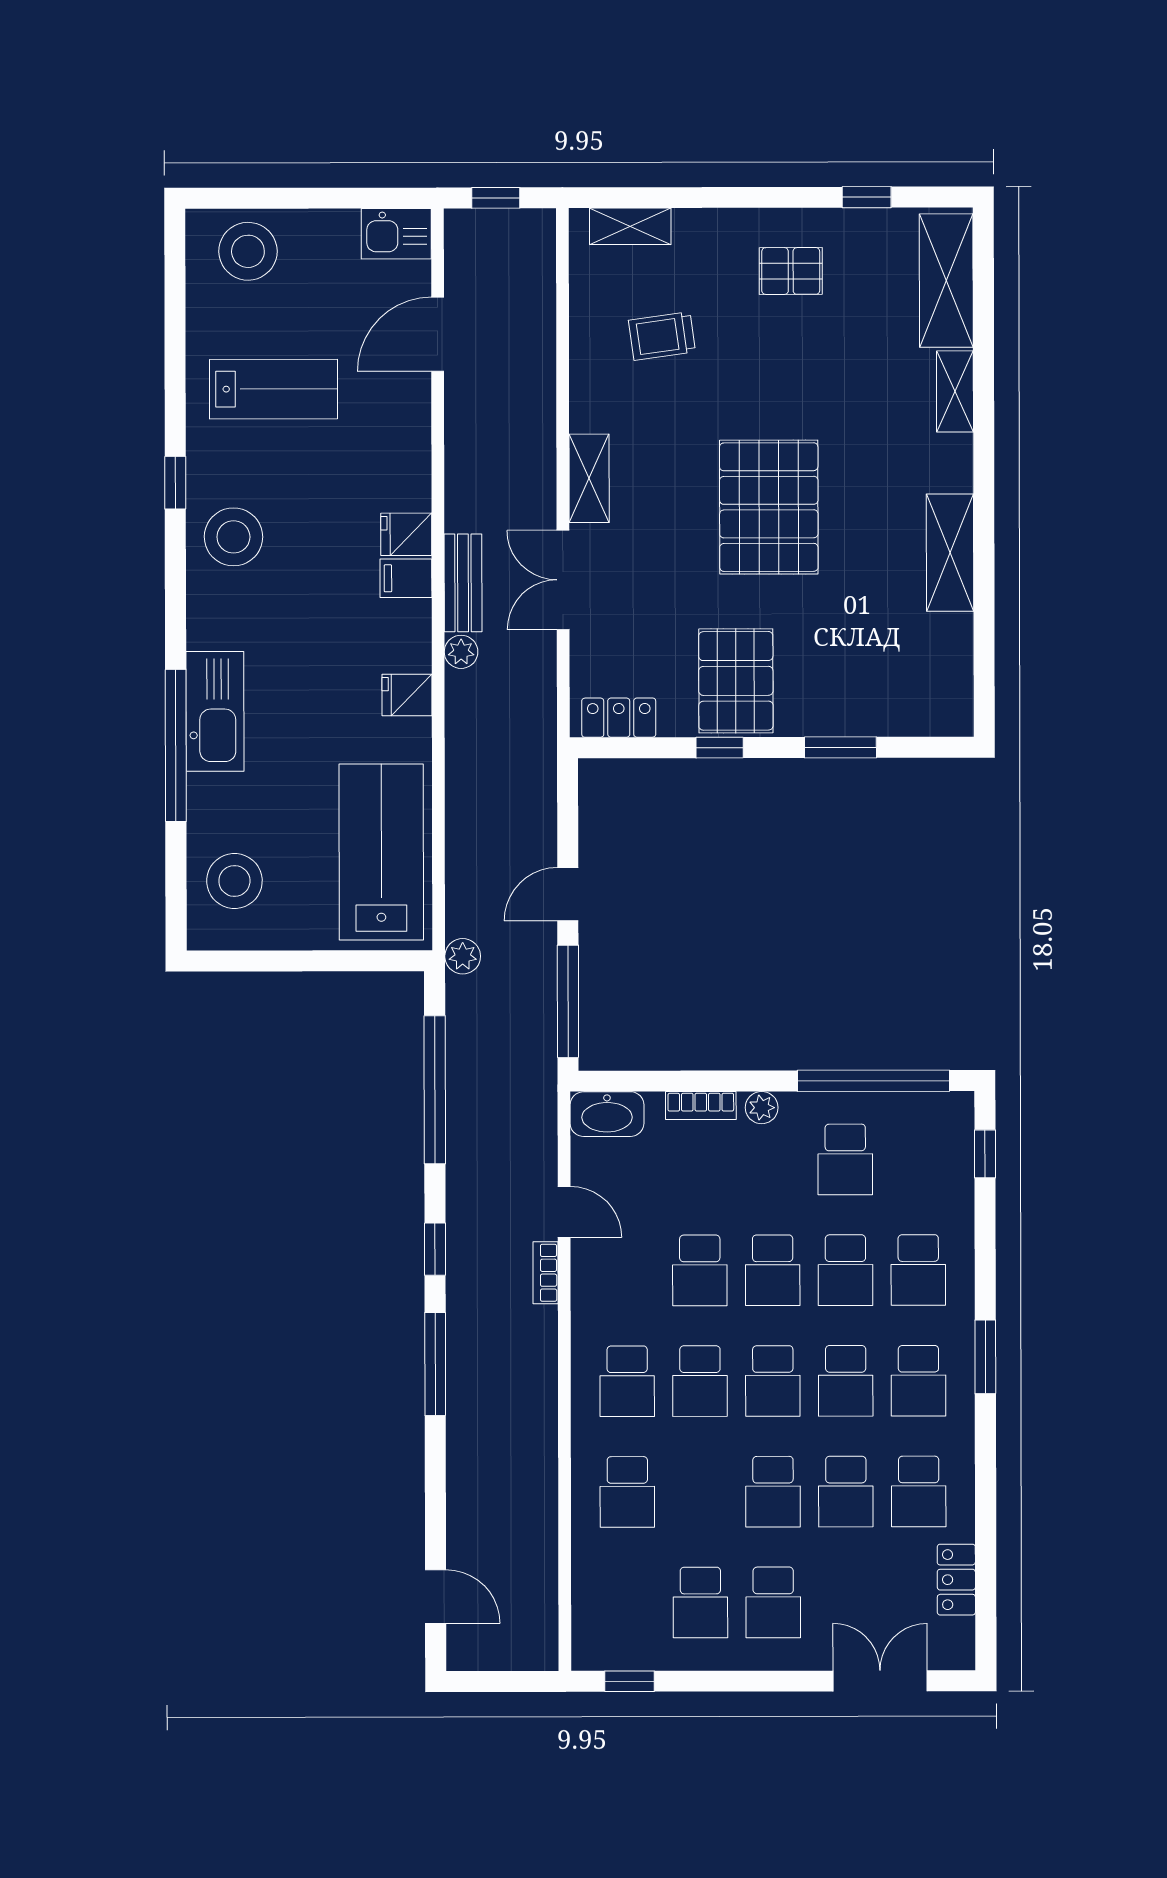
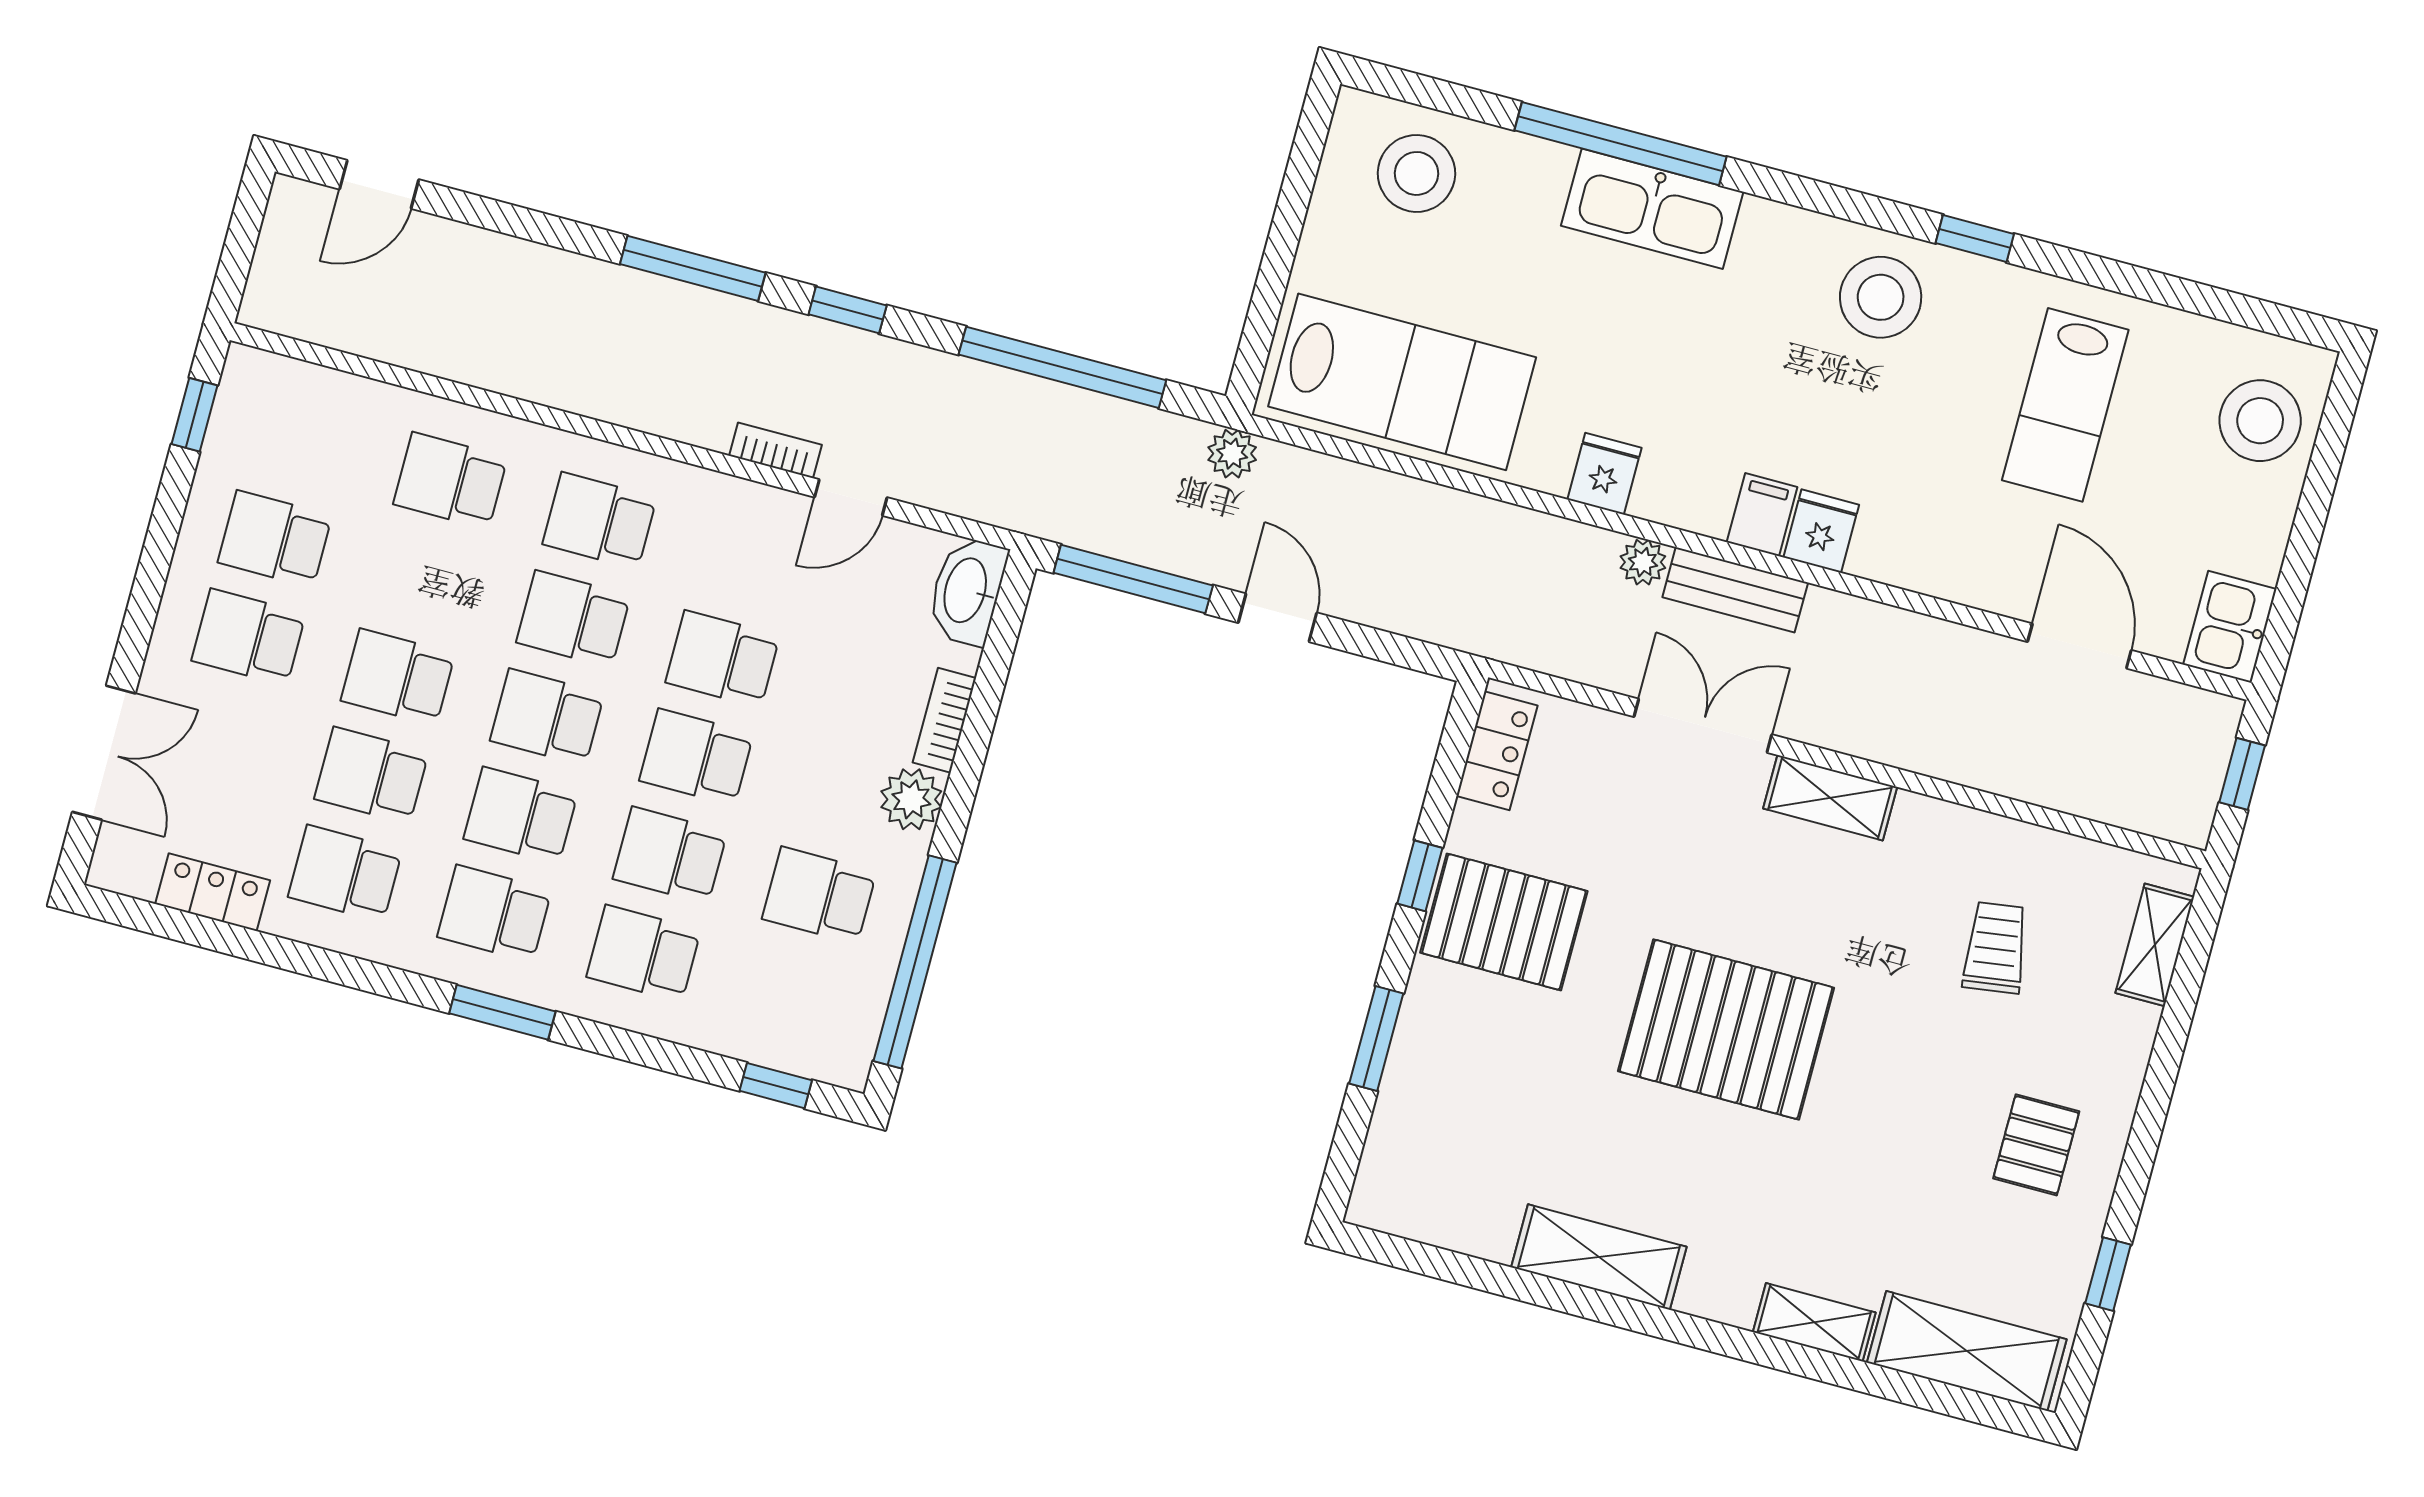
plant: (762, 1108) -> (911, 799), width x1.38, depth x1.38

